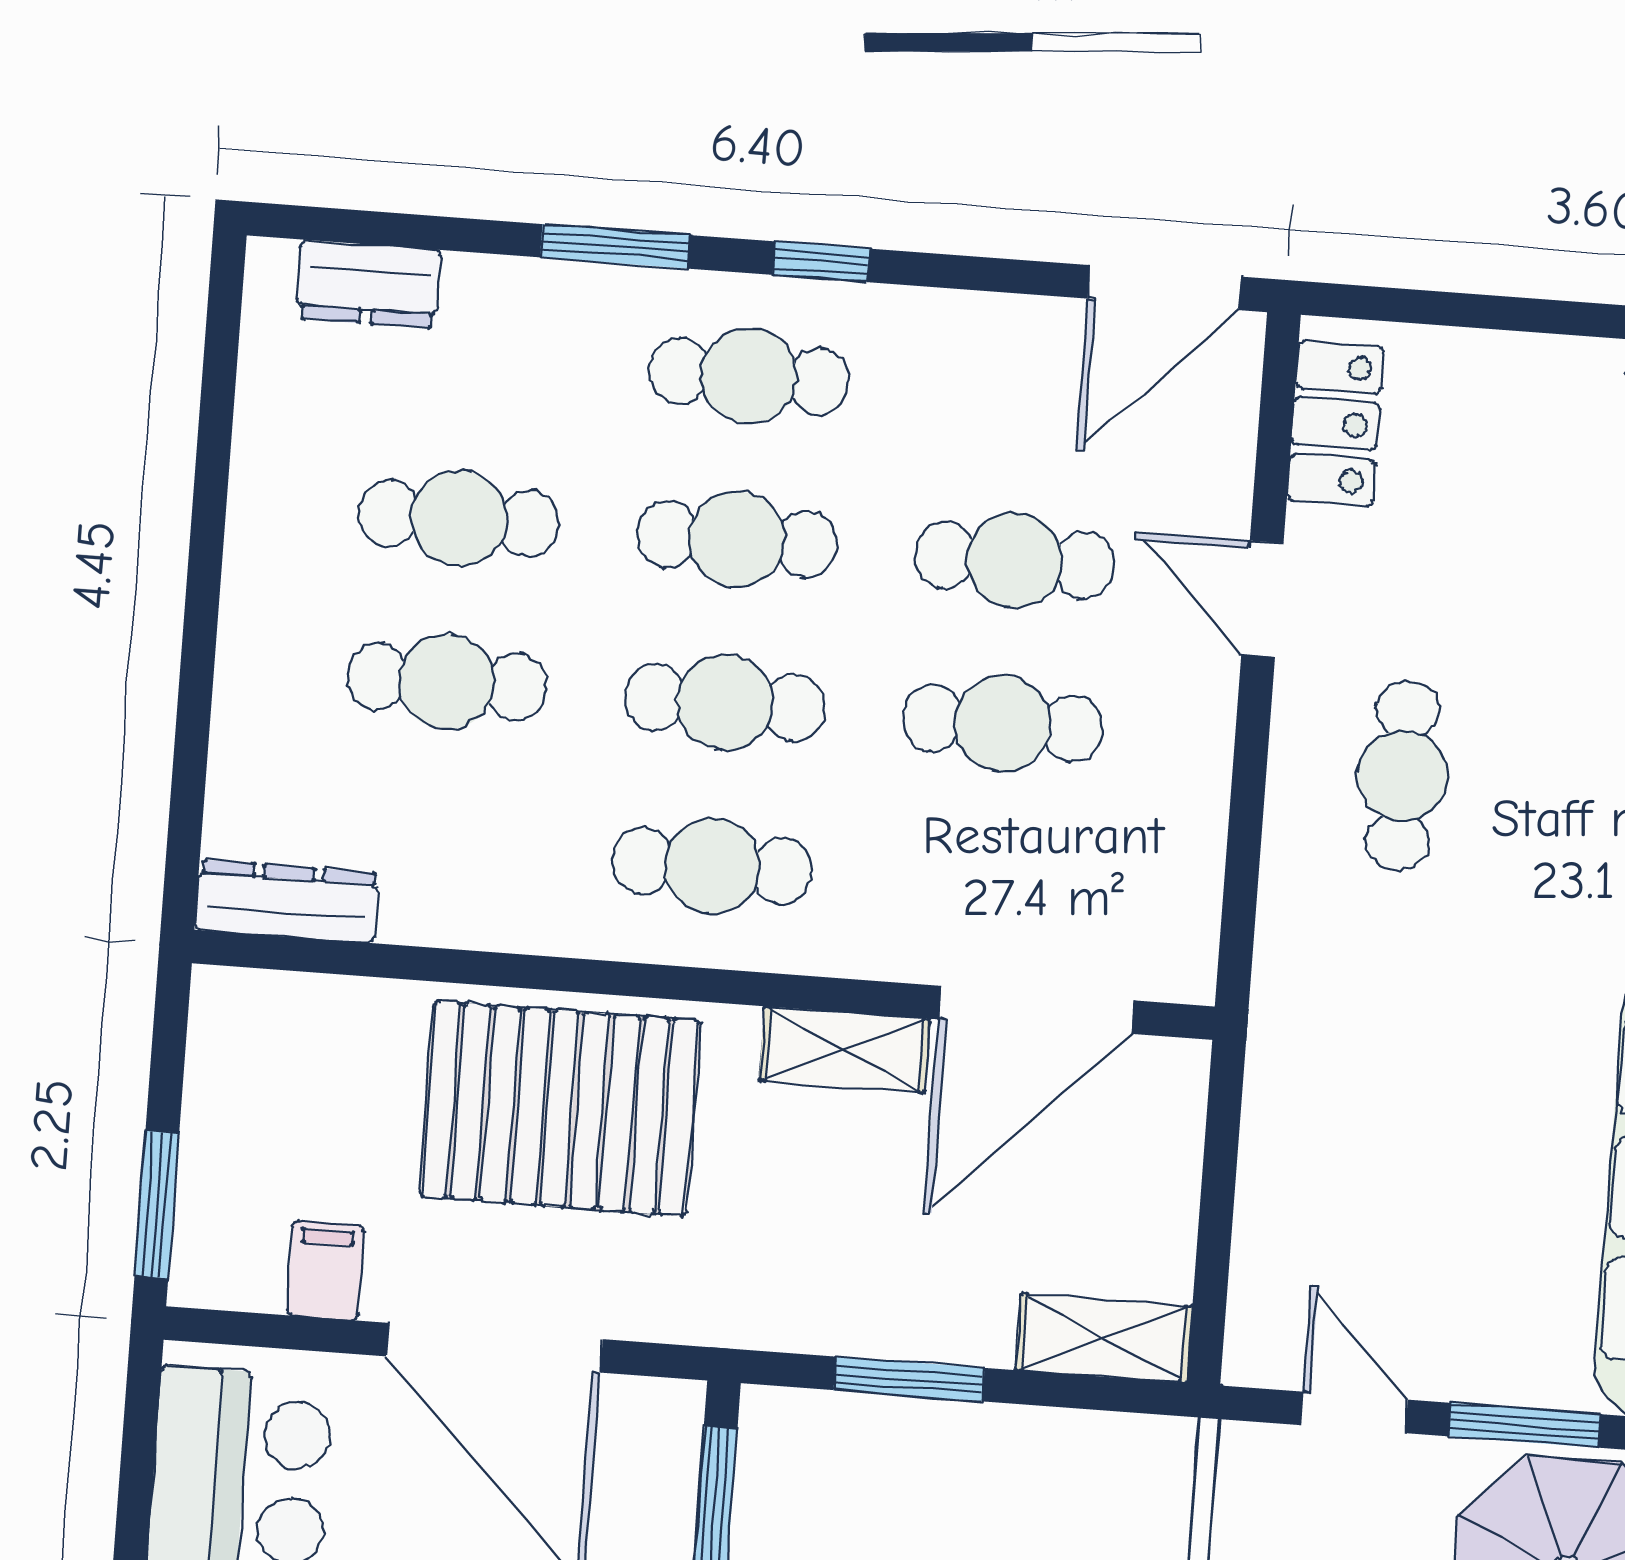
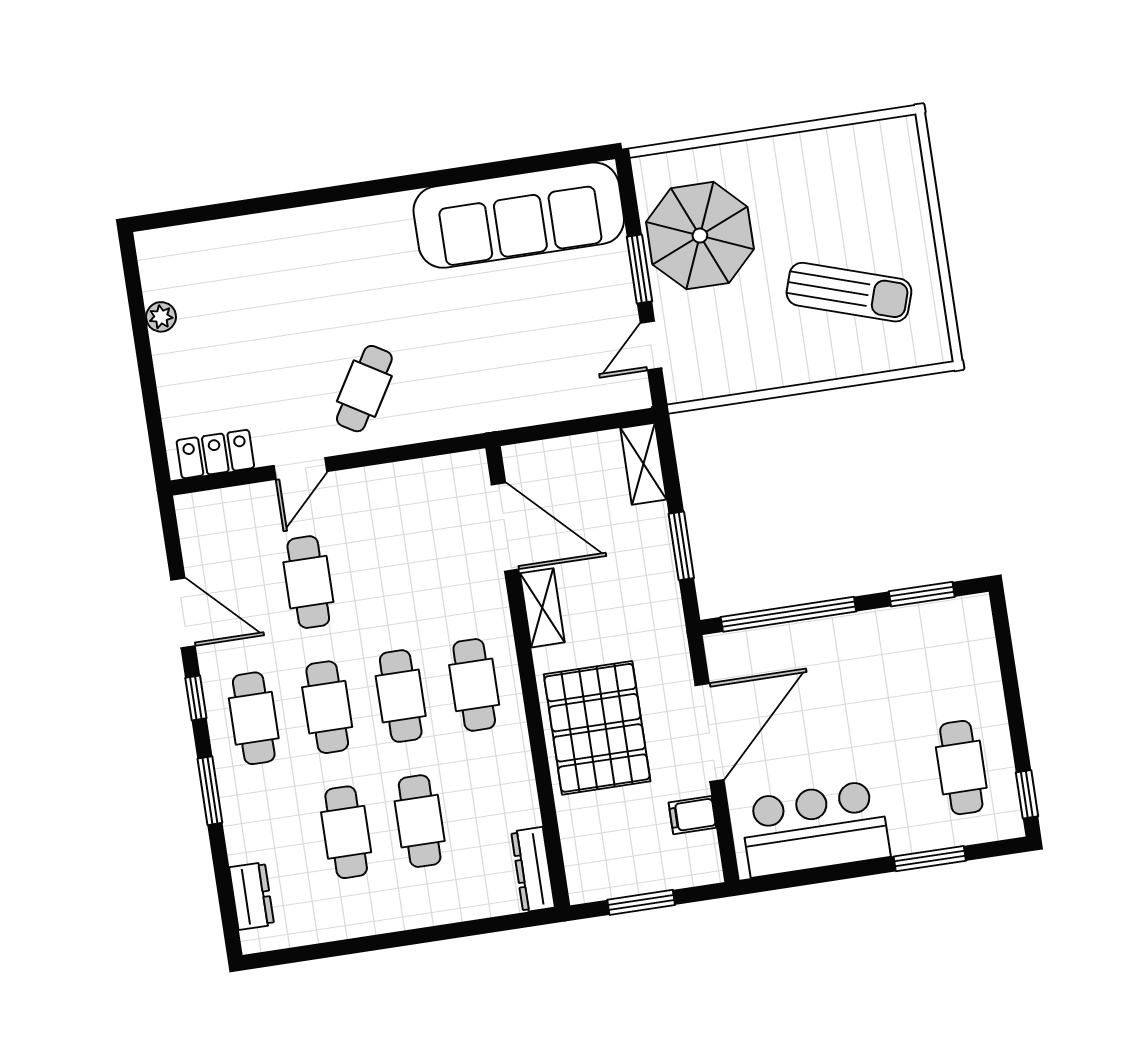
door: (1164, 288) -> (183, 613), moved
cafe table: (1002, 723) -> (382, 571), removed
cafe table: (1403, 776) -> (364, 389), turned -59
window: (157, 1204) -> (641, 902), moved

